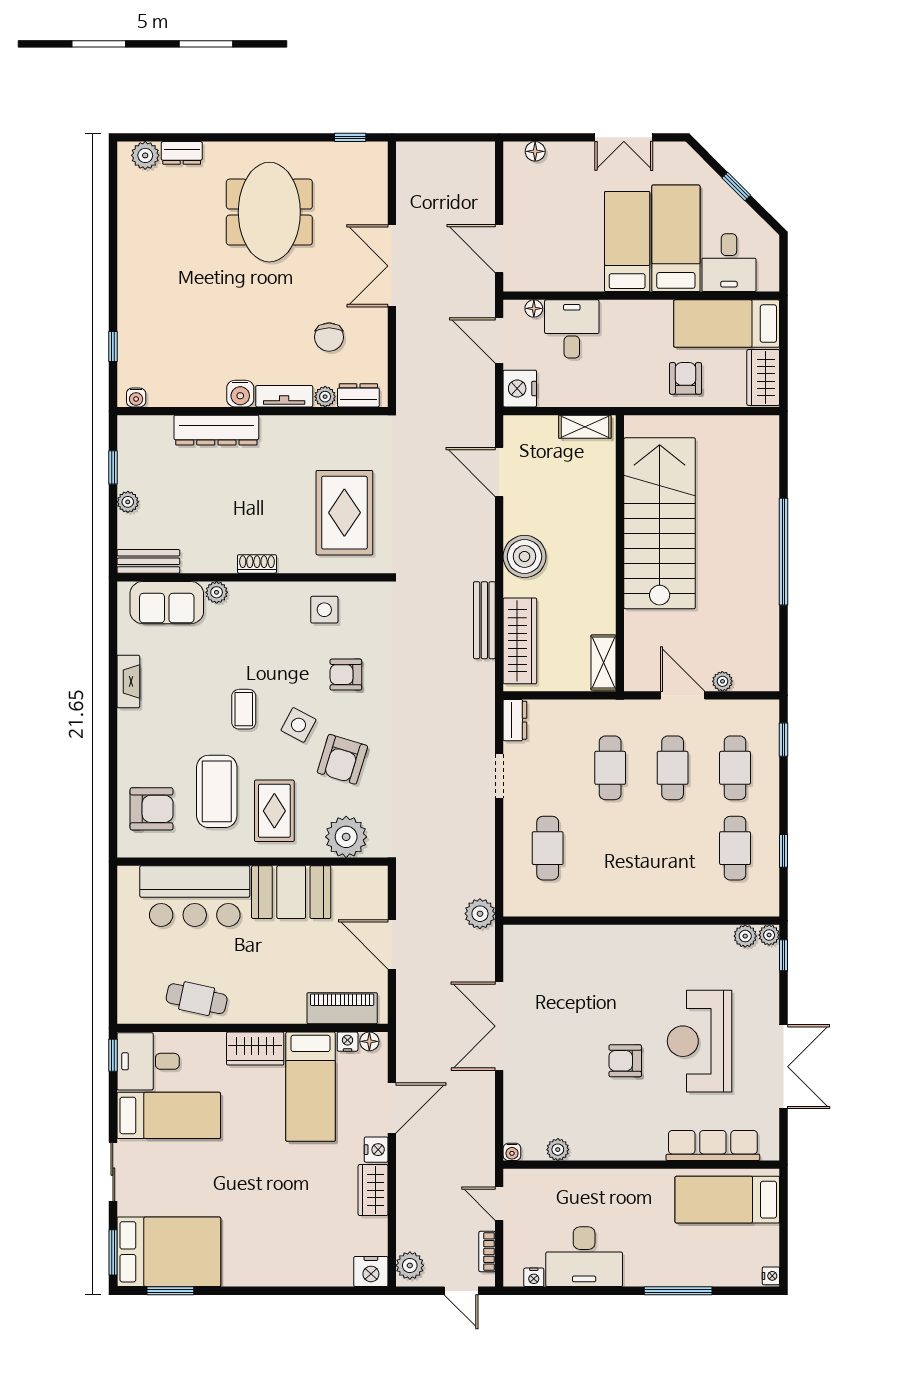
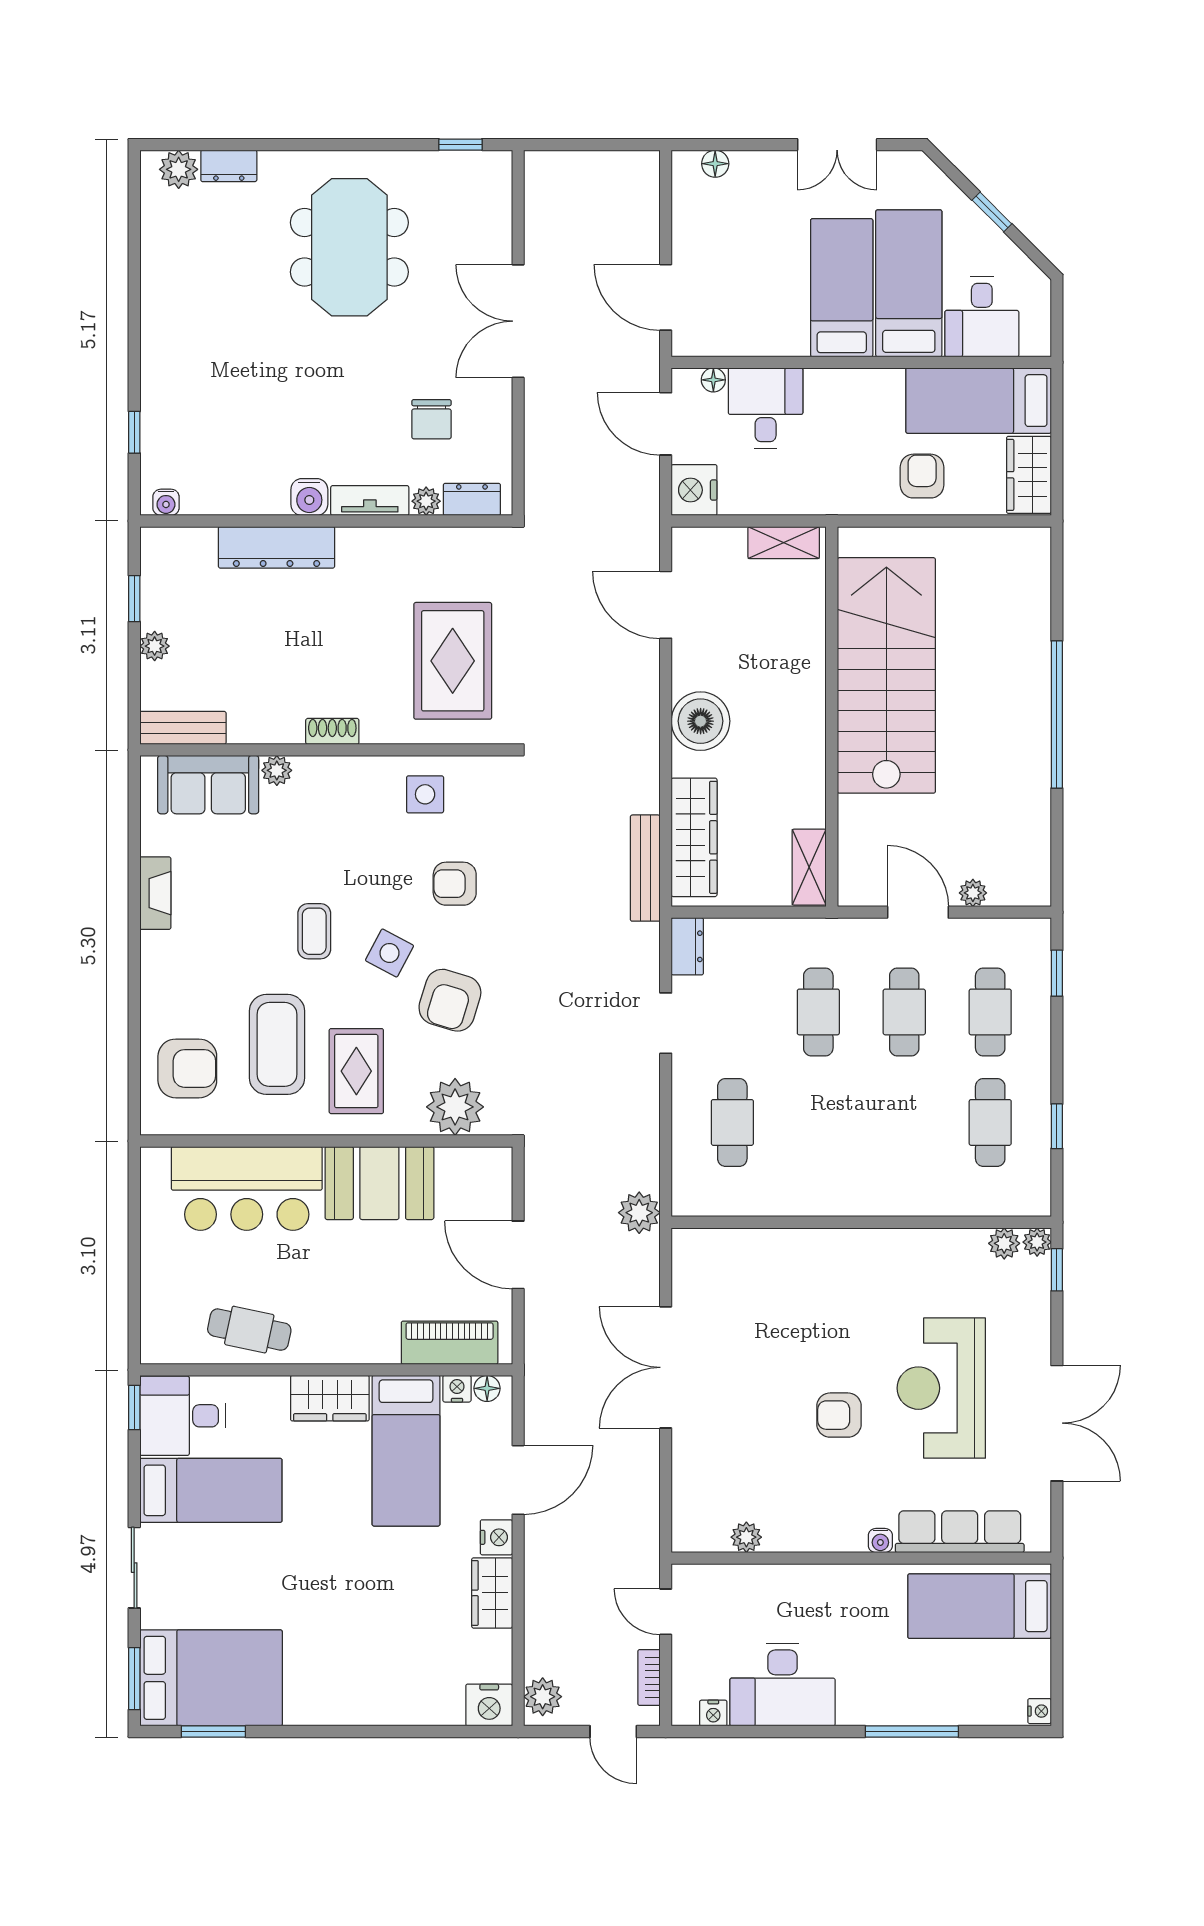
bench: (484, 620) -> (645, 868), moved
water cooler: (512, 1152) -> (880, 1540), moved

